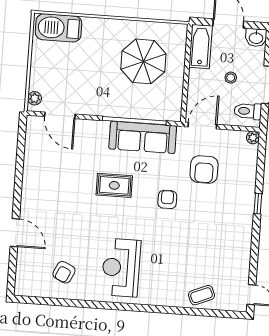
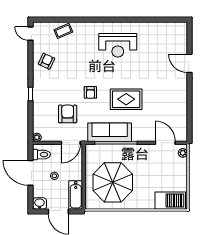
parasol: (143, 61) -> (113, 182), width x1.36, depth x1.36
rug: (114, 185) -> (126, 99), width x1.36, depth x1.43
reception desk: (121, 268) -> (118, 45), turned 90
armchair: (64, 272) -> (47, 61), moved

